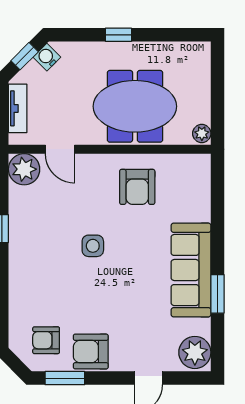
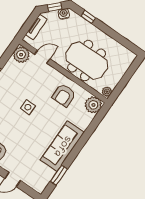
window: (118, 35) -> (88, 17), moved
door: (60, 149) -> (42, 57), swing flipped
window: (218, 294) -> (59, 175), moved
plant: (195, 352) -> (93, 105), moved

